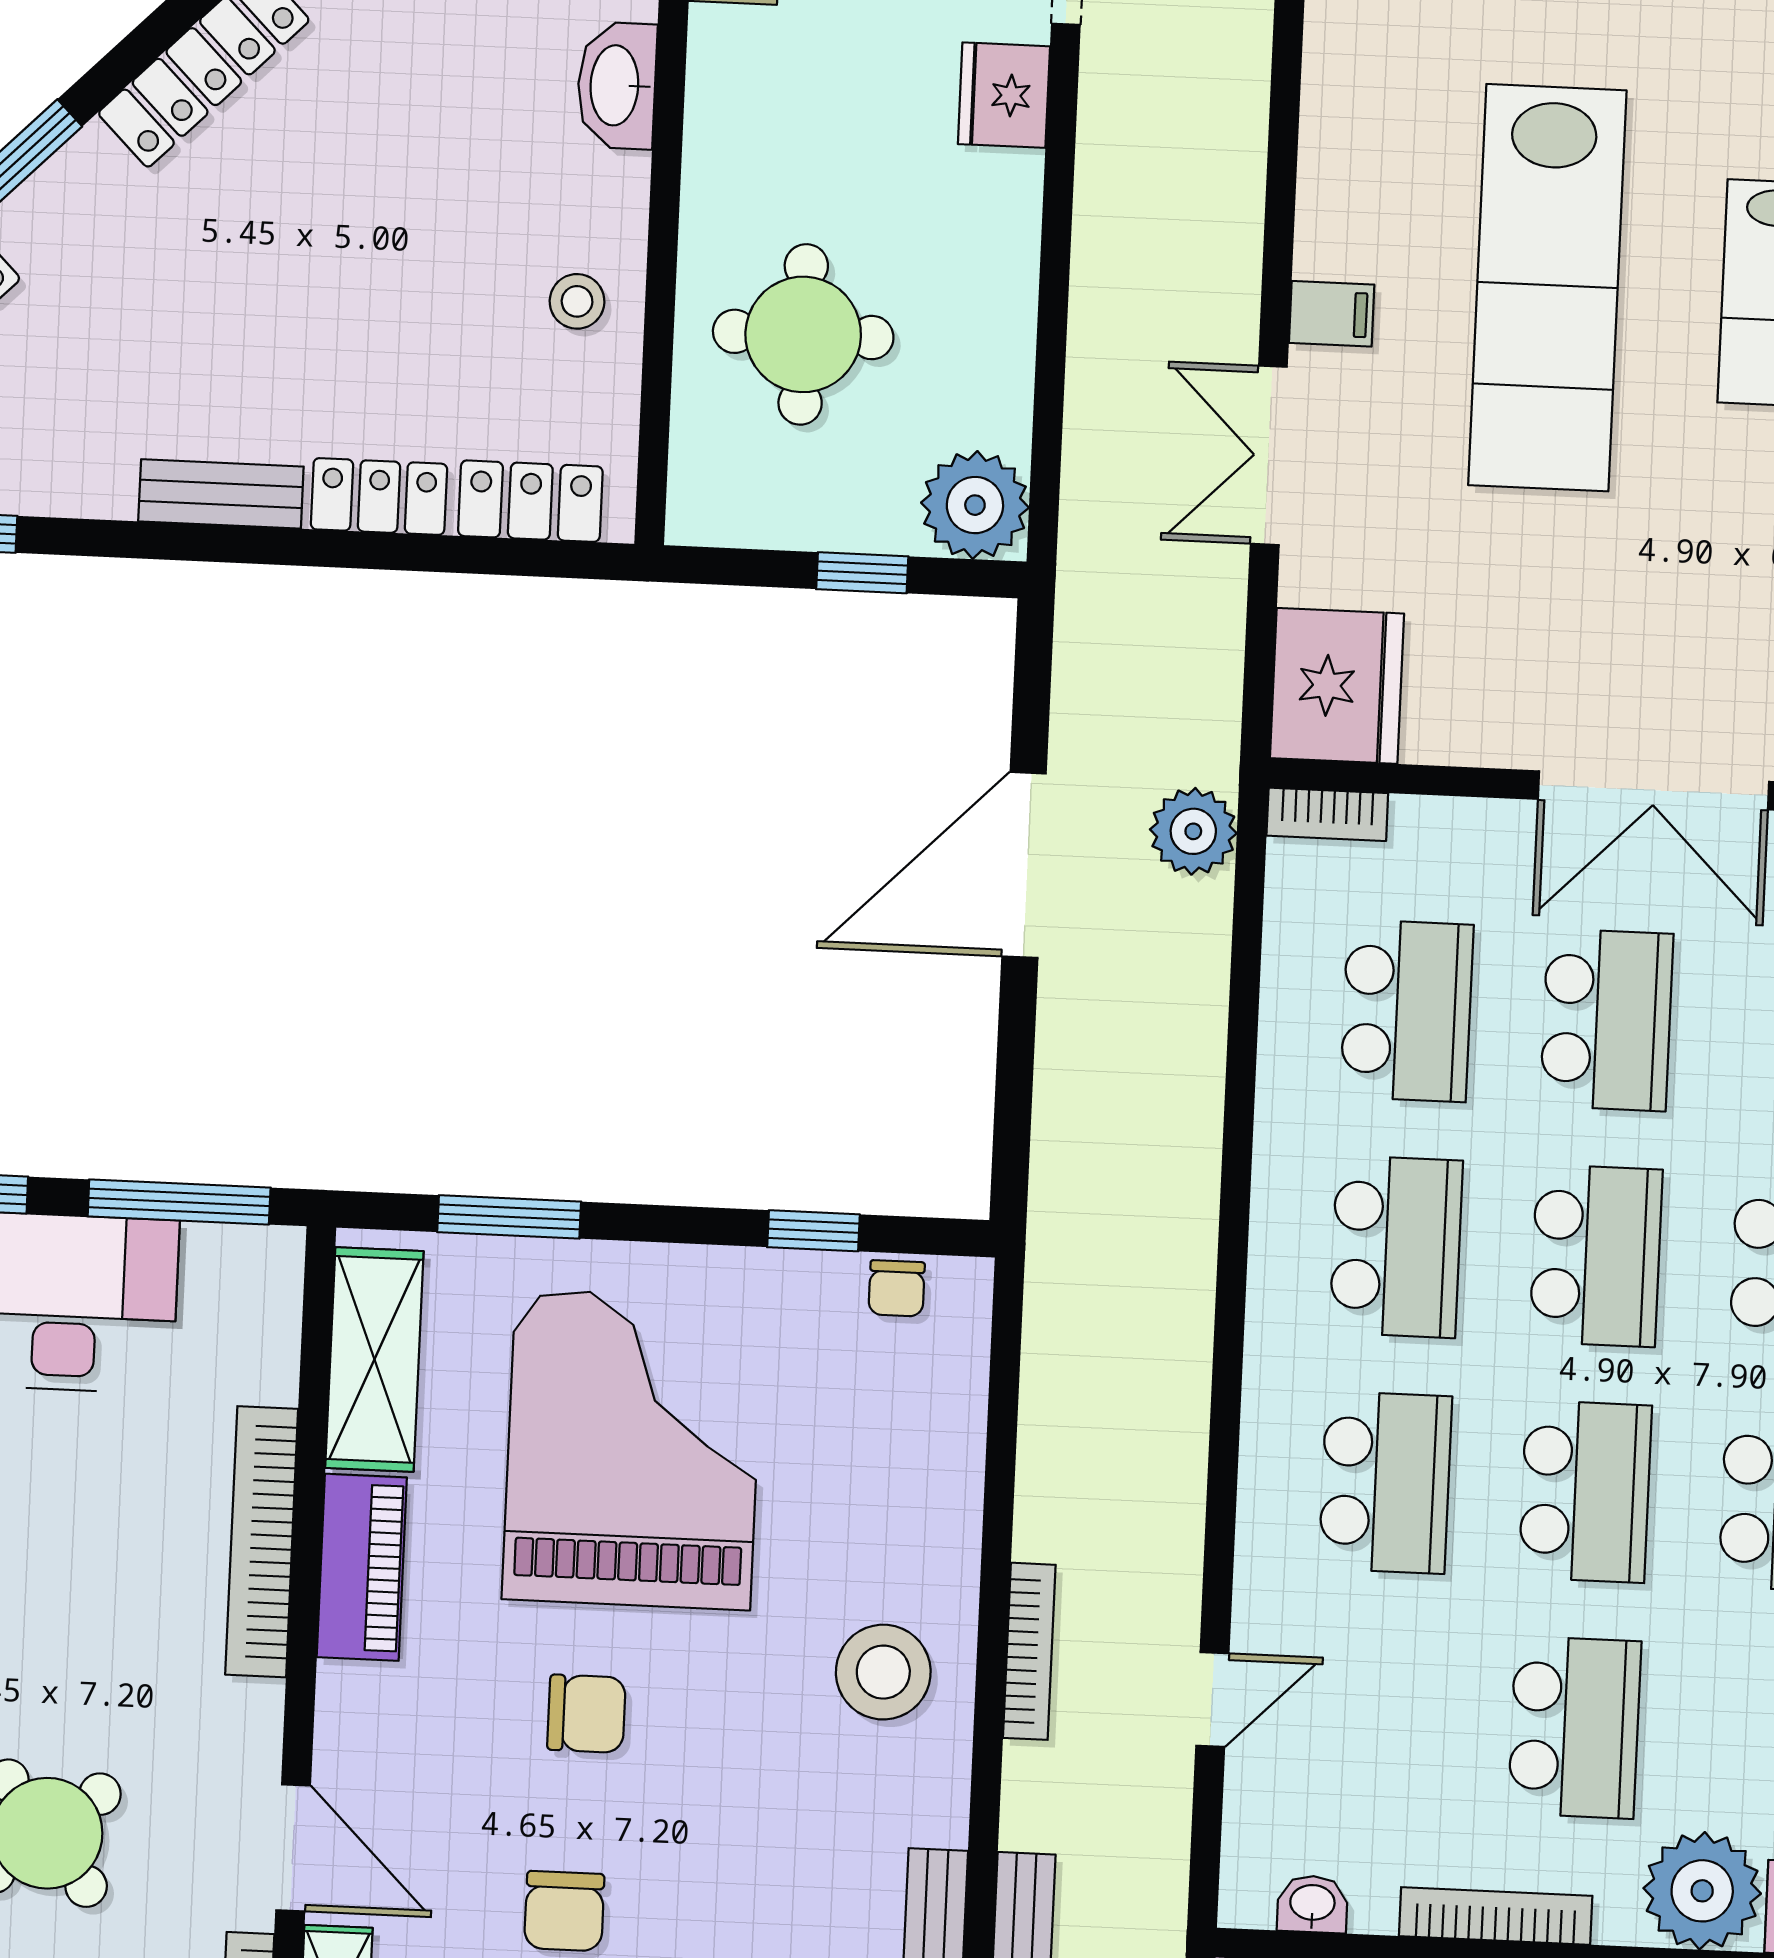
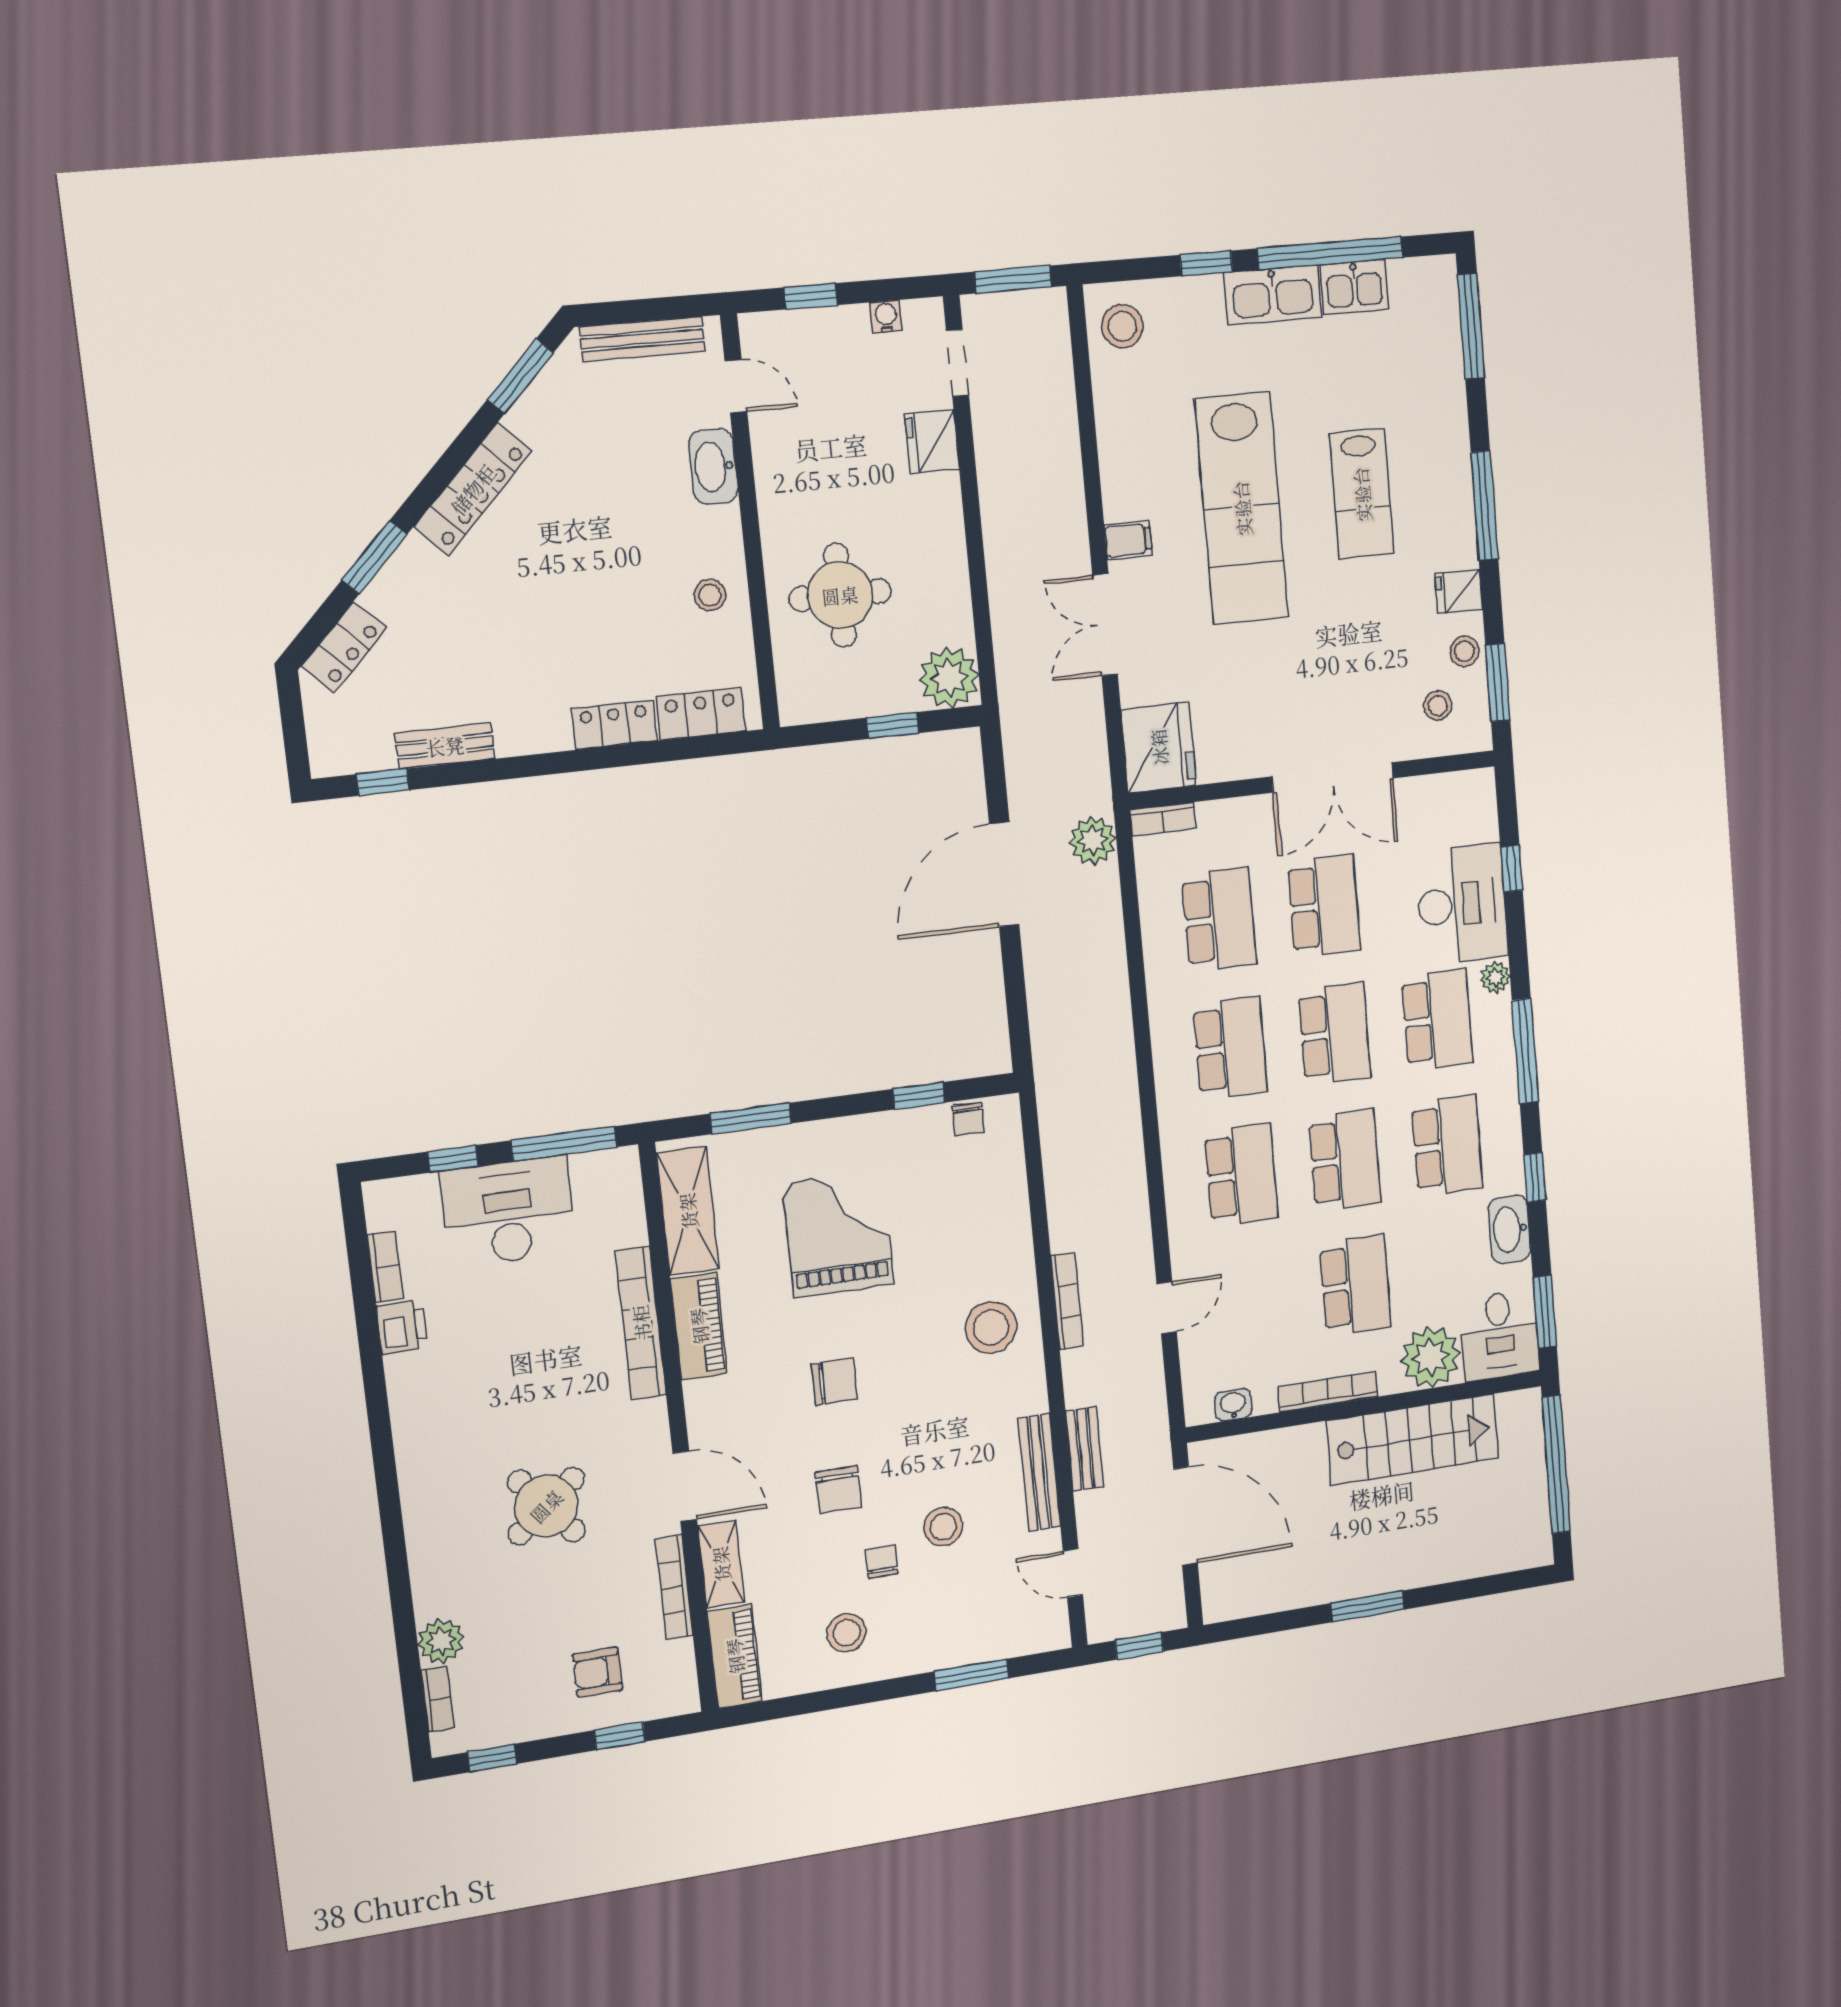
bench: (221, 494) -> (445, 746), moved
grand piano: (633, 1449) -> (838, 1233), width x0.73, depth x0.68

